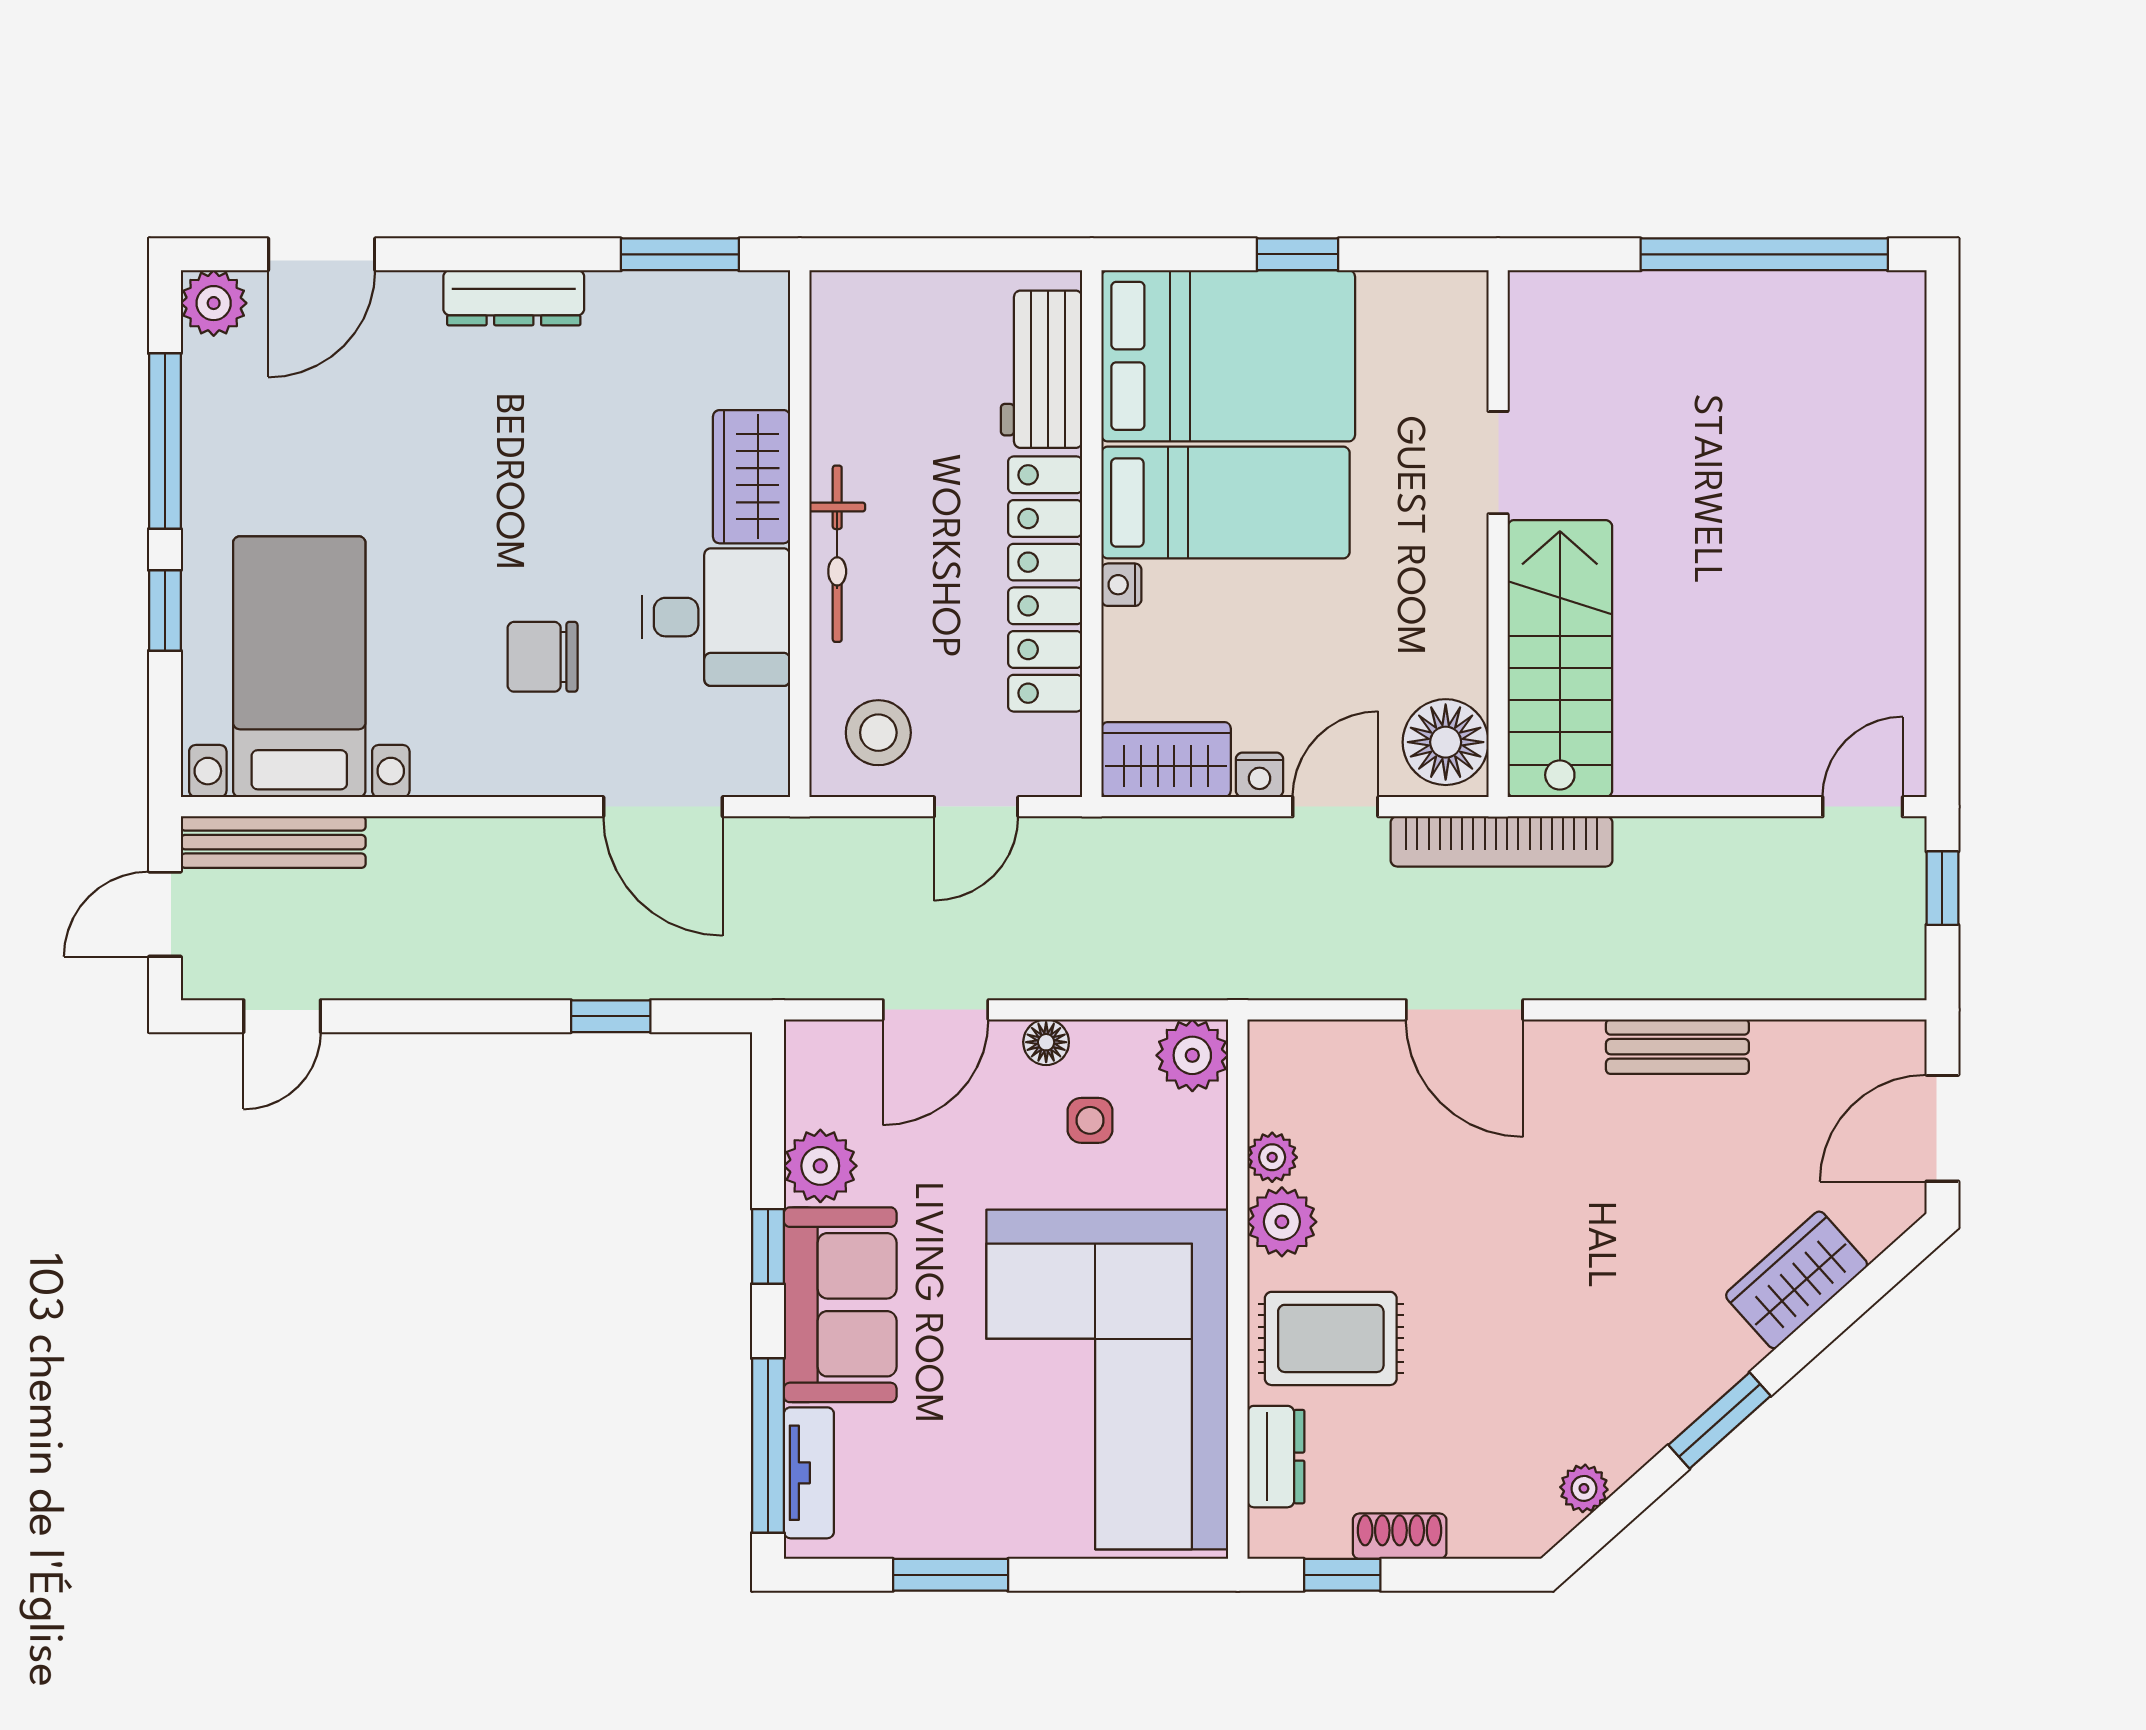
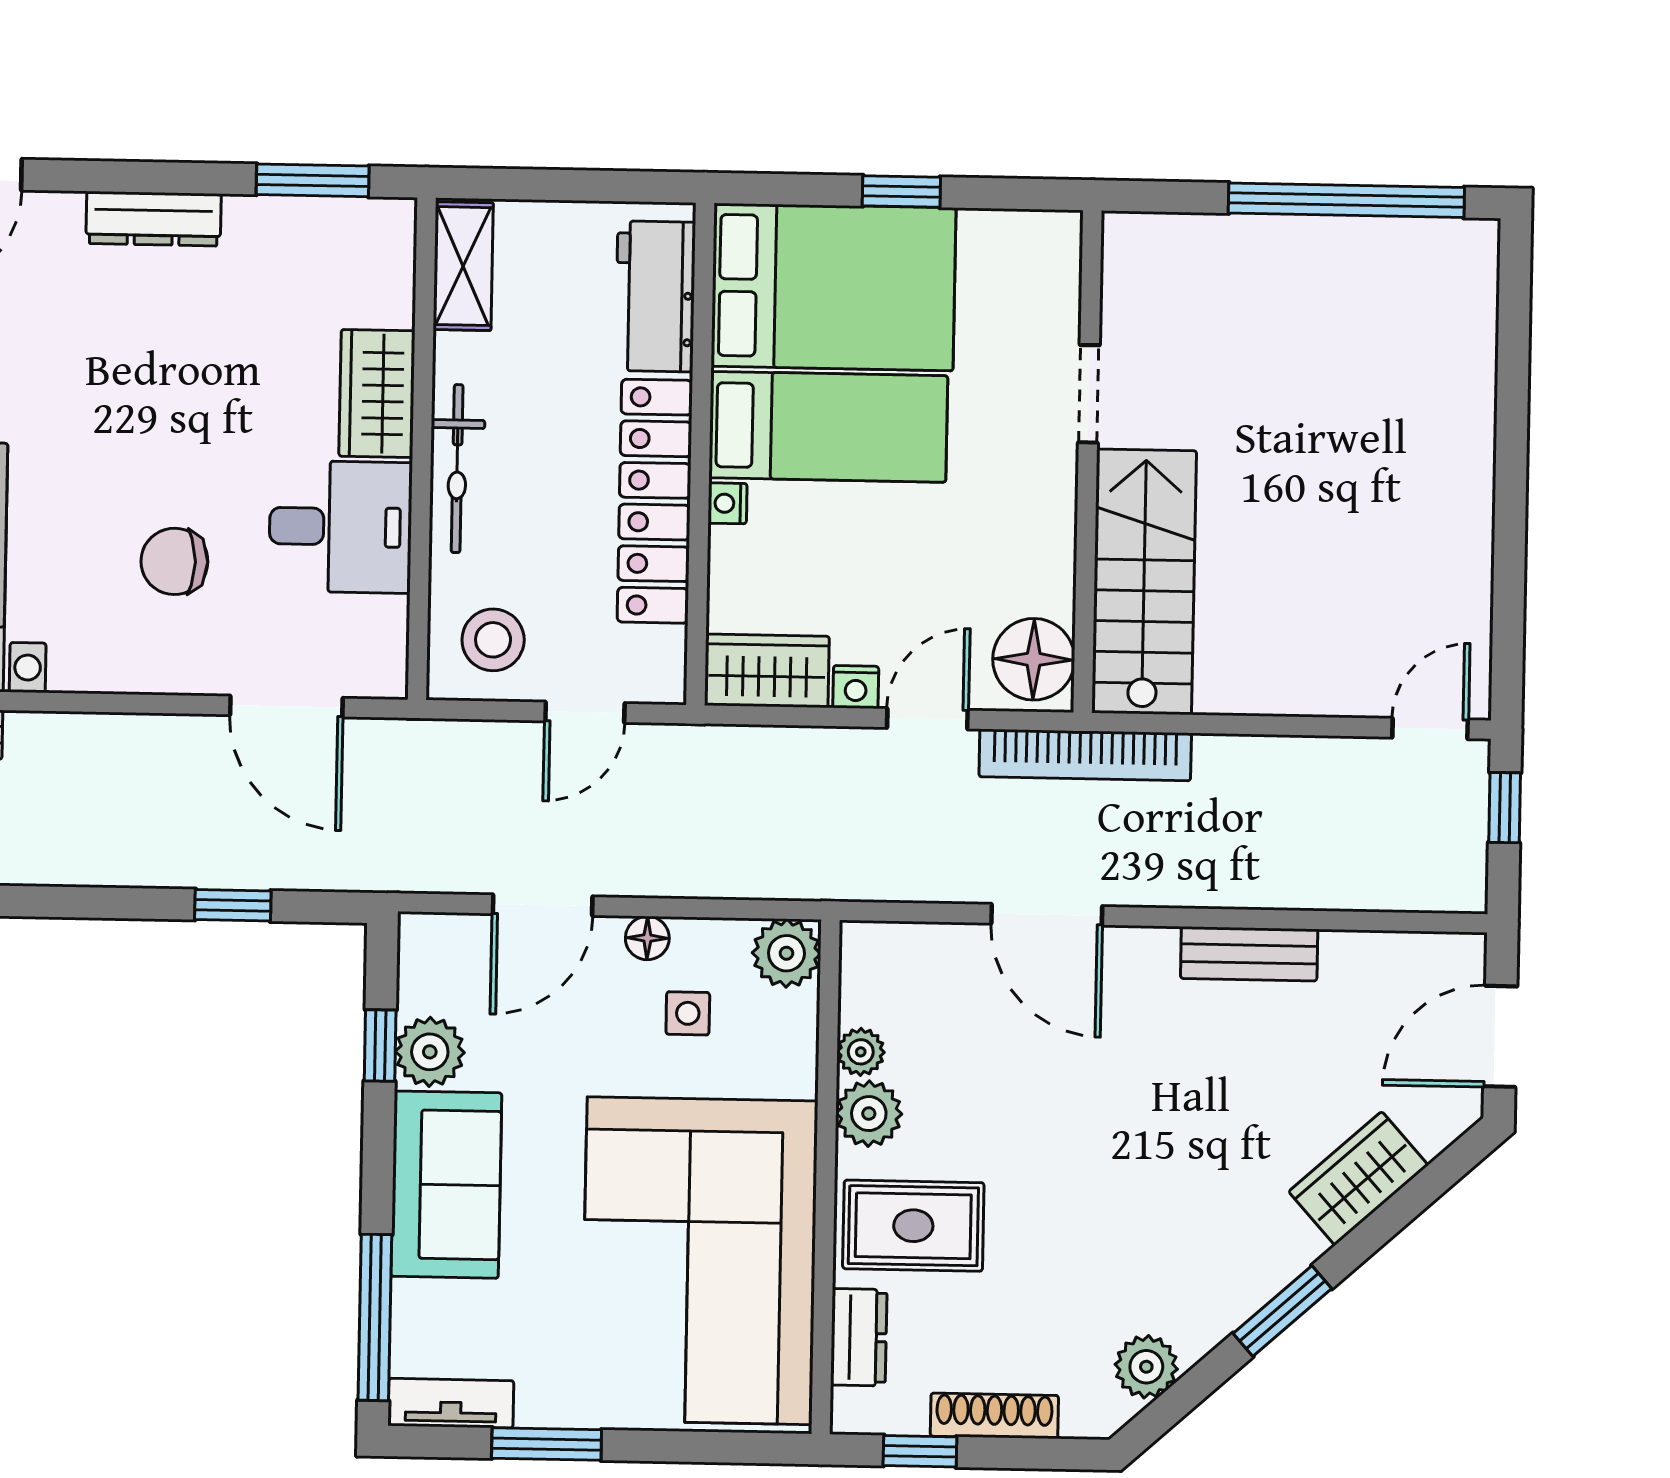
shelving: (839, 341) -> (463, 266), added
window: (768, 1246) -> (380, 1046), moved
tv unit: (809, 1473) -> (451, 1403), moved, turned -90
plant: (1584, 1488) -> (1146, 1367), width x1.38, depth x1.38
shoe rack: (1400, 1536) -> (994, 1416), width x1.43

